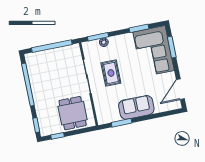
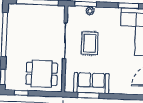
sofa: (136, 107) -> (91, 83), moved
dining table: (73, 113) -> (42, 74), turned 90

